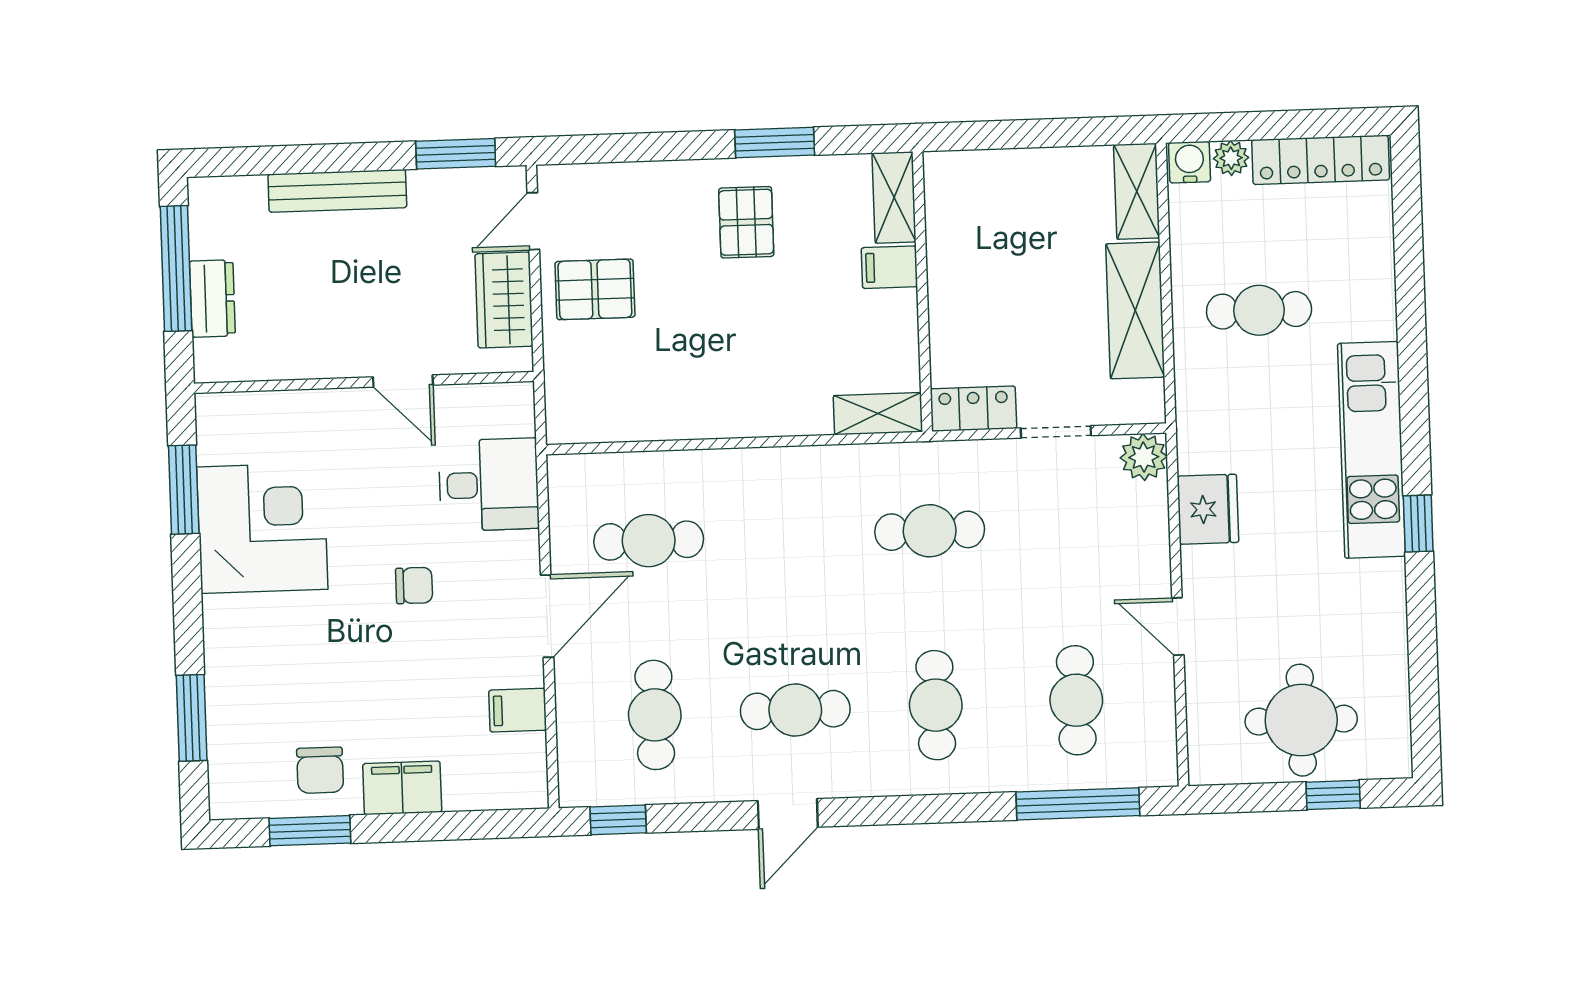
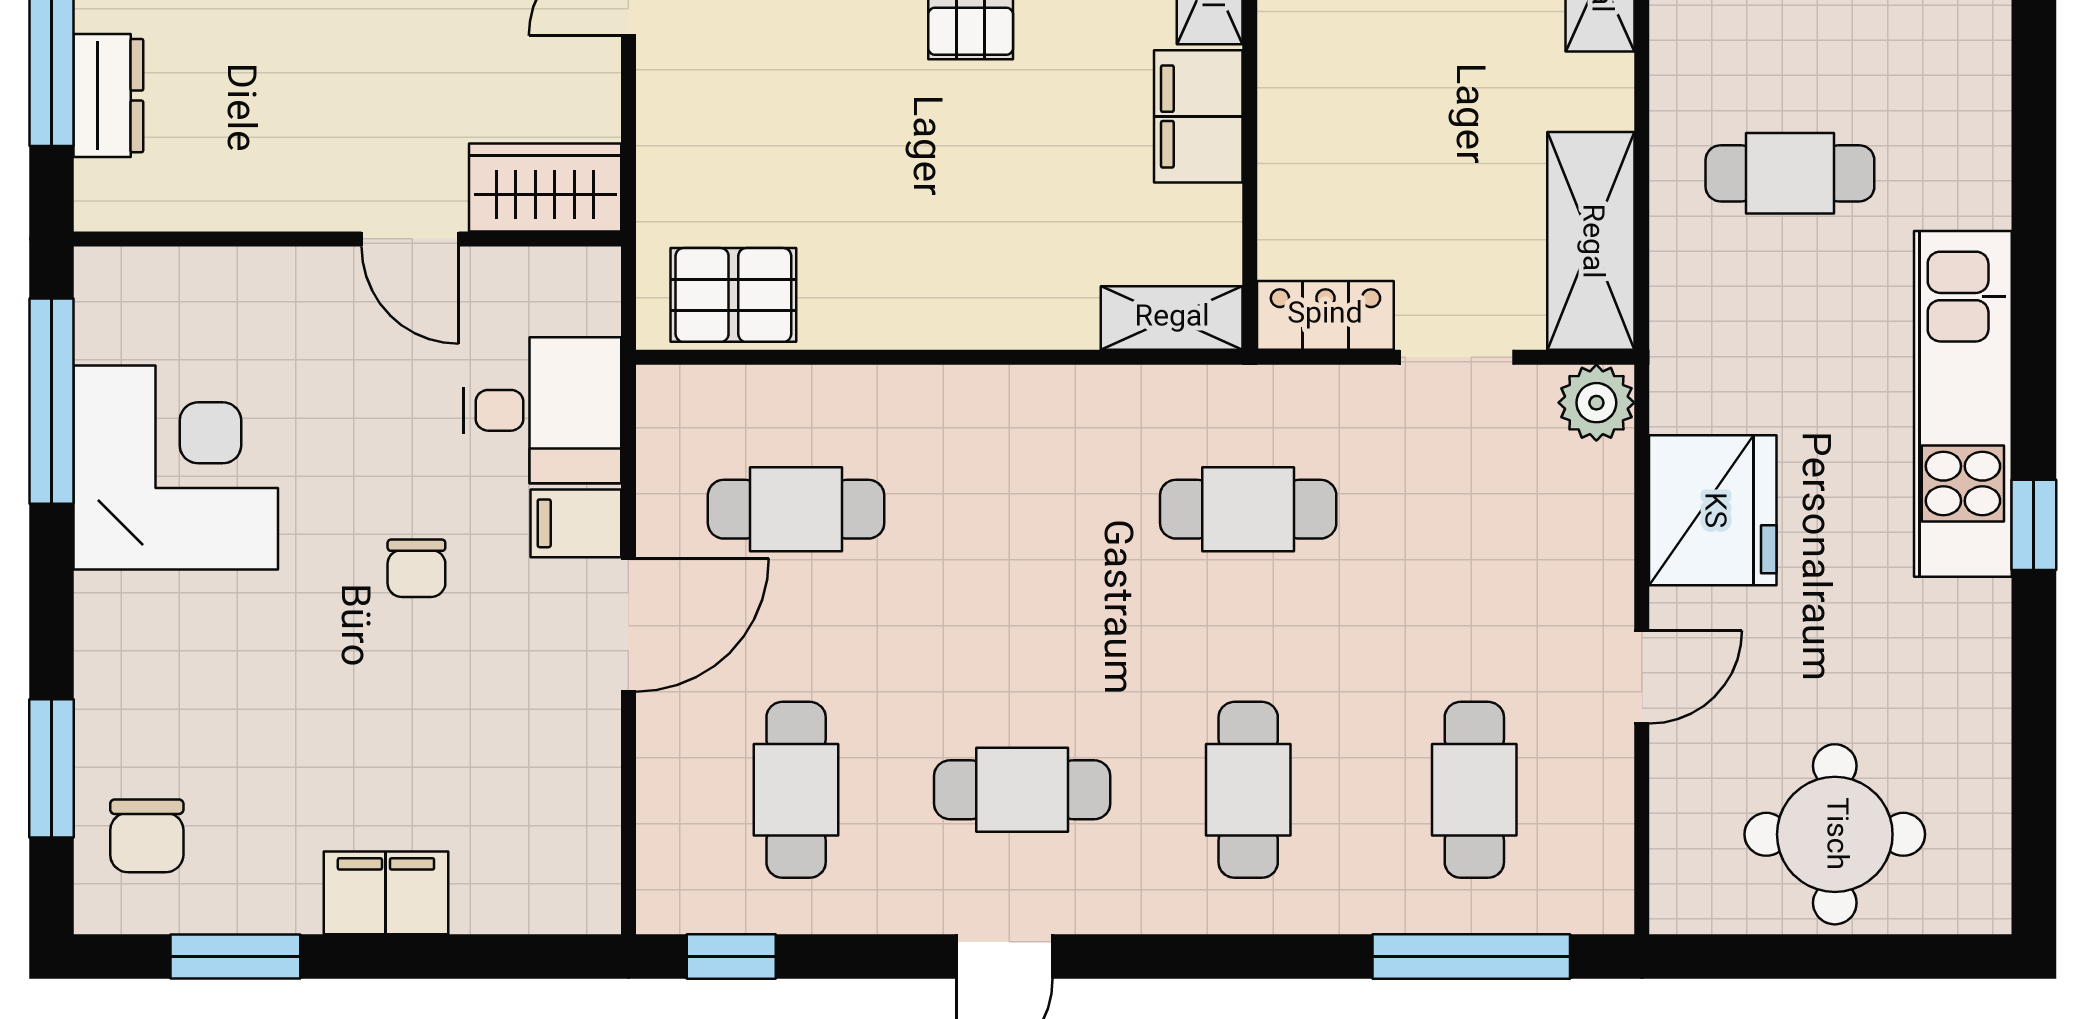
filing cabinet: (889, 267) -> (1198, 116), width x2.00
pallet: (595, 289) -> (733, 295), moved
wardrobe: (504, 300) -> (545, 188), moved, turned 90
shelving: (1135, 310) -> (1591, 241), moved
window: (184, 490) -> (52, 401), width x1.44
fridge: (1208, 509) -> (1713, 510), width x1.36, depth x1.34
chair: (414, 586) -> (416, 568), turned 90
door: (1178, 627) -> (1642, 677), swing flipped
filing cabinet: (518, 710) -> (576, 523), moved
chair: (320, 770) -> (147, 836), moved
window: (1333, 795) -> (1882, 956), removed

